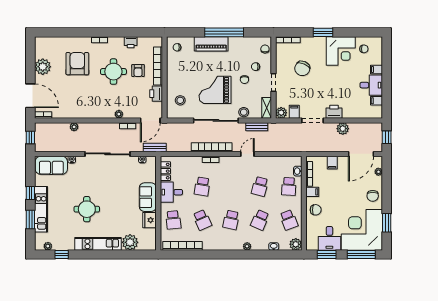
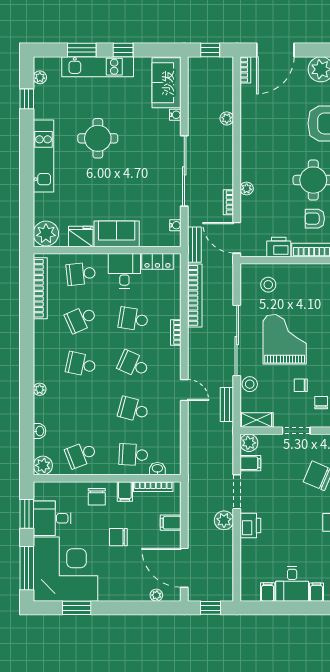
plant: (343, 129) -> (224, 520), moved
bookcase: (212, 147) -> (195, 295), moved
chair: (373, 196) -> (118, 537), moved
school desk: (260, 220) -> (133, 364), moved
plant: (130, 242) -> (46, 233), moved

